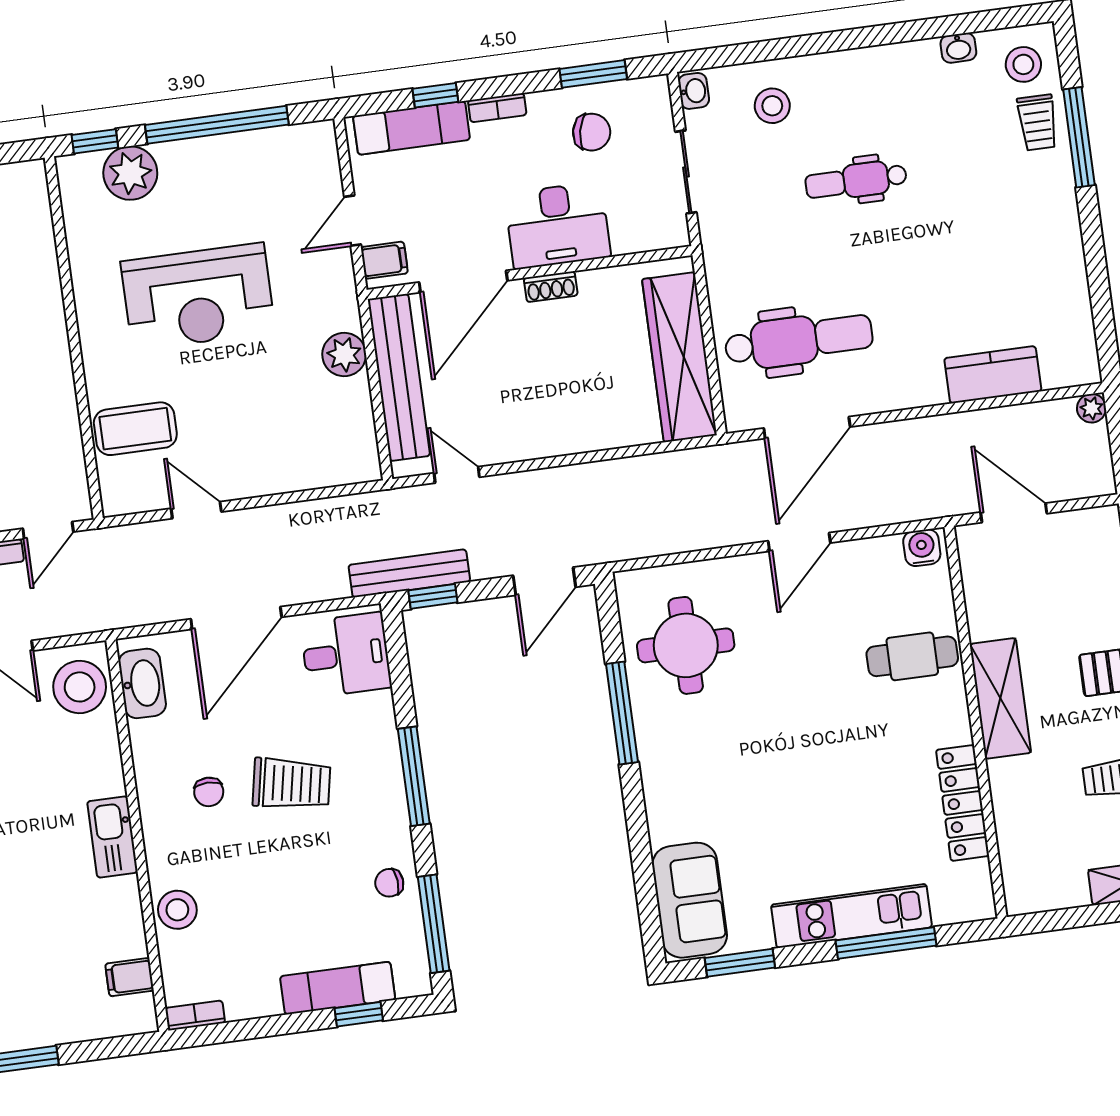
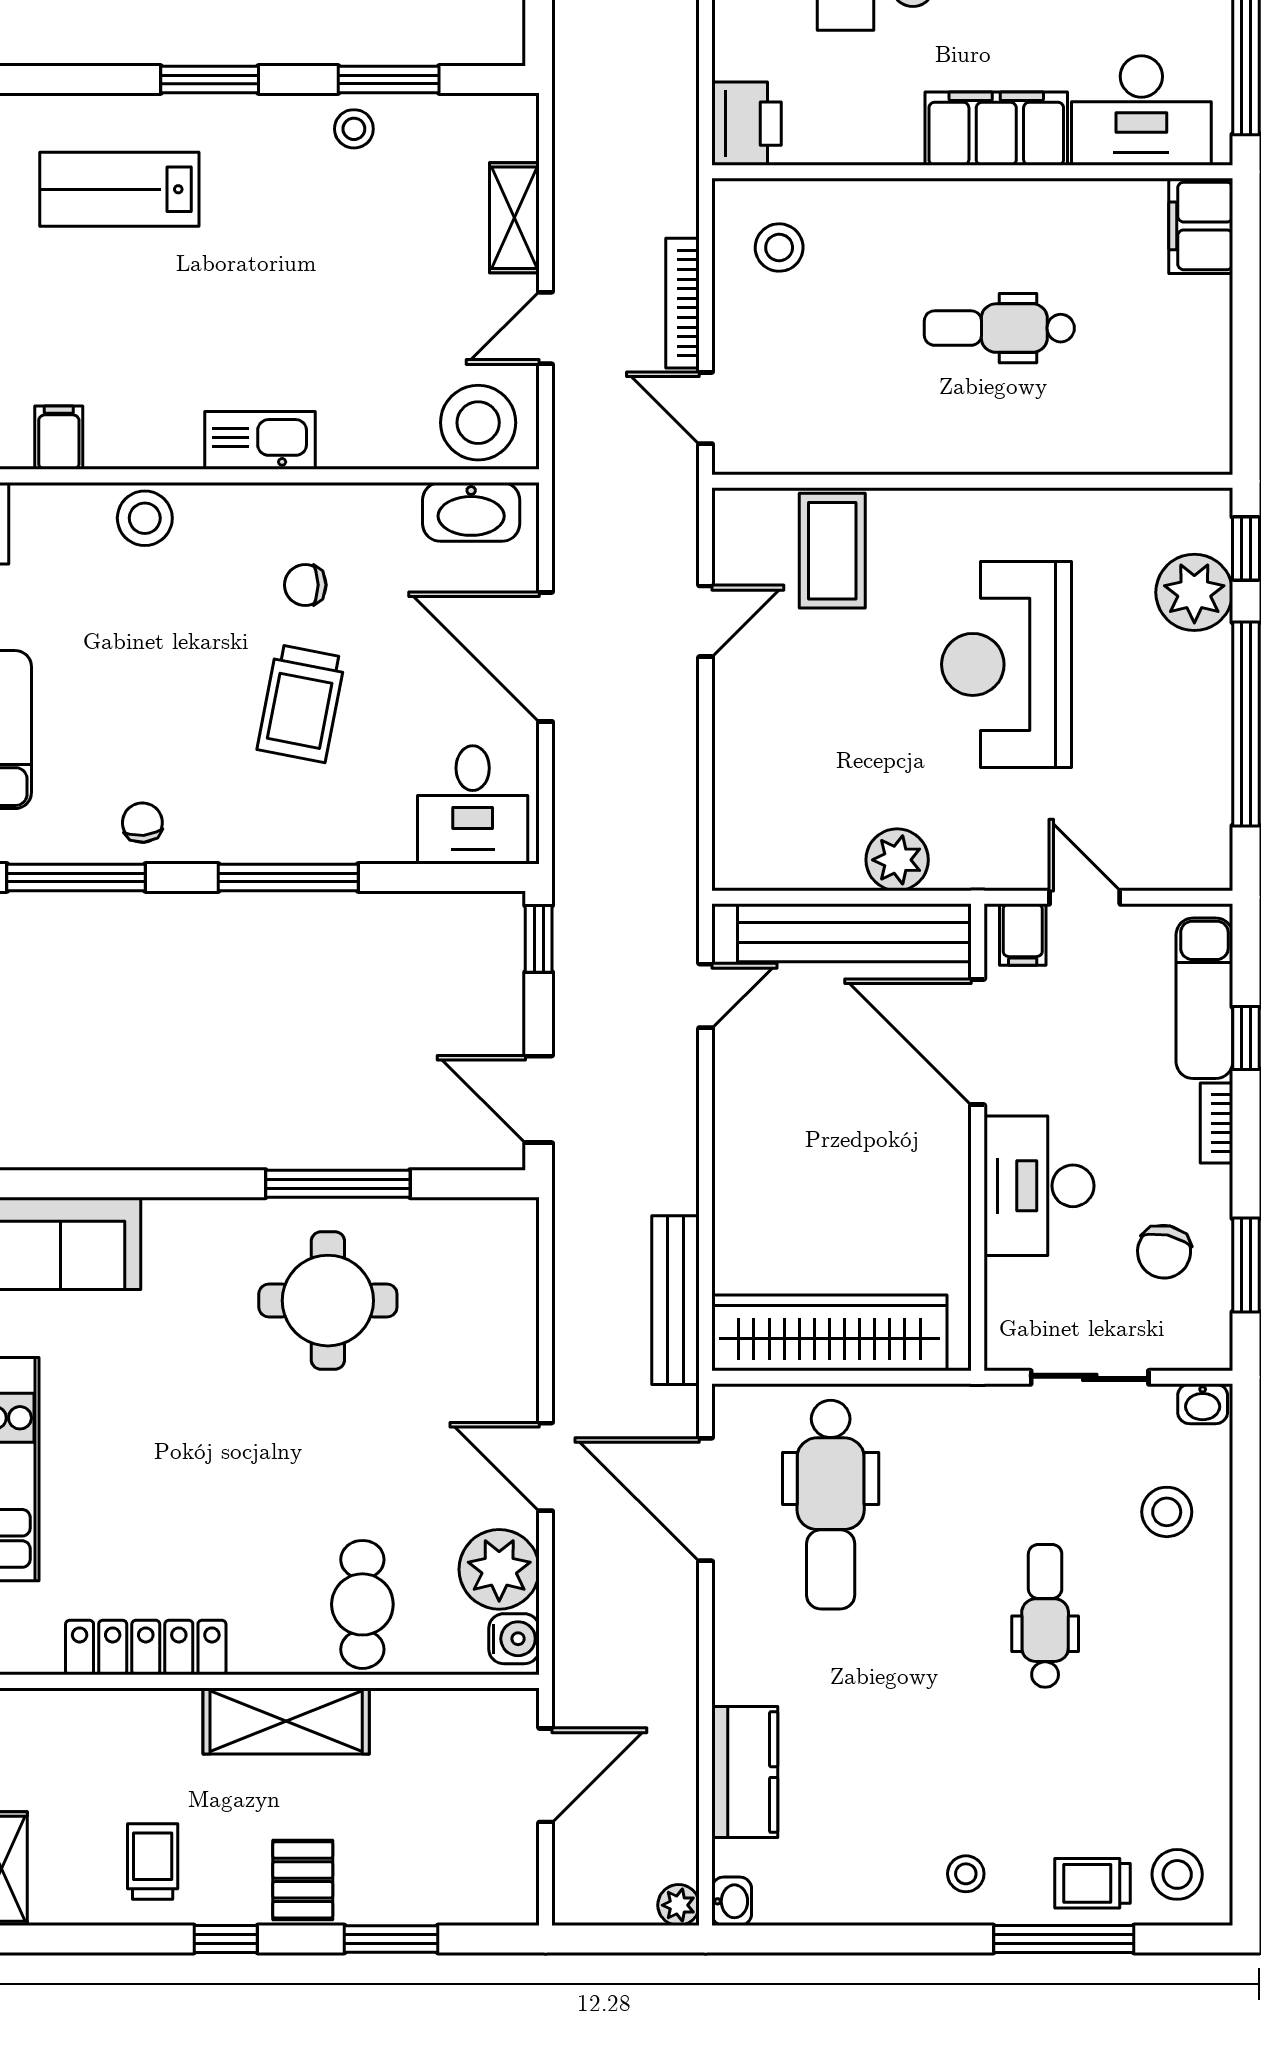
washbasin: (958, 48) -> (732, 1901), moved, turned 180
stool: (1043, 211) -> (966, 1874), added
shoe rack: (551, 287) -> (954, 1164), removed
plant: (875, 565) -> (499, 1569), added
bench: (409, 573) -> (676, 1300), moved
round table: (686, 645) -> (328, 1301), moved

